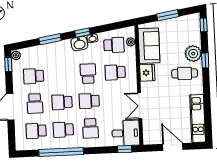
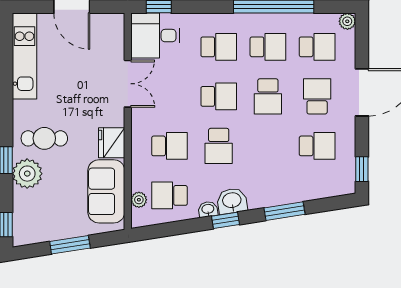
plant: (16, 55) -> (347, 21), moved
school desk: (62, 102) -> (268, 96), turned 90
school desk: (90, 128) -> (219, 47), turned 90

